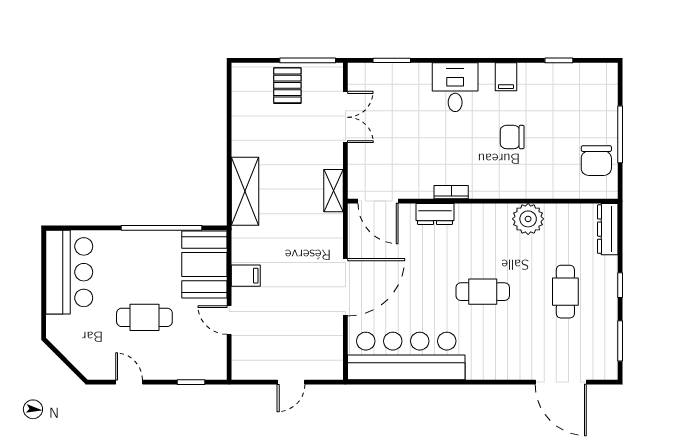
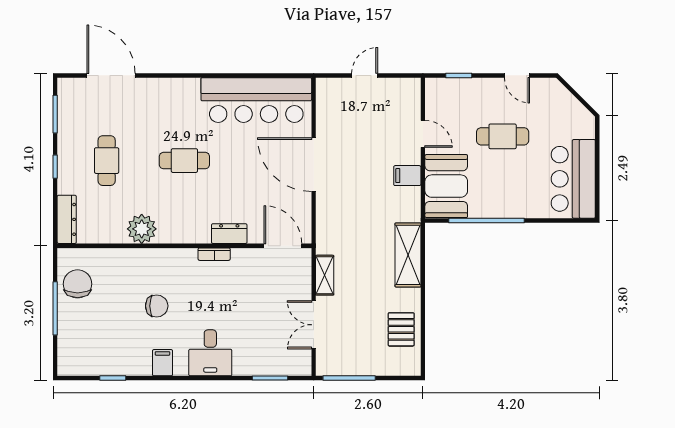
pallet: (287, 85) -> (401, 329), moved
shelving: (334, 191) -> (325, 275), moved
door: (345, 287) -> (314, 165), hinge flipped

